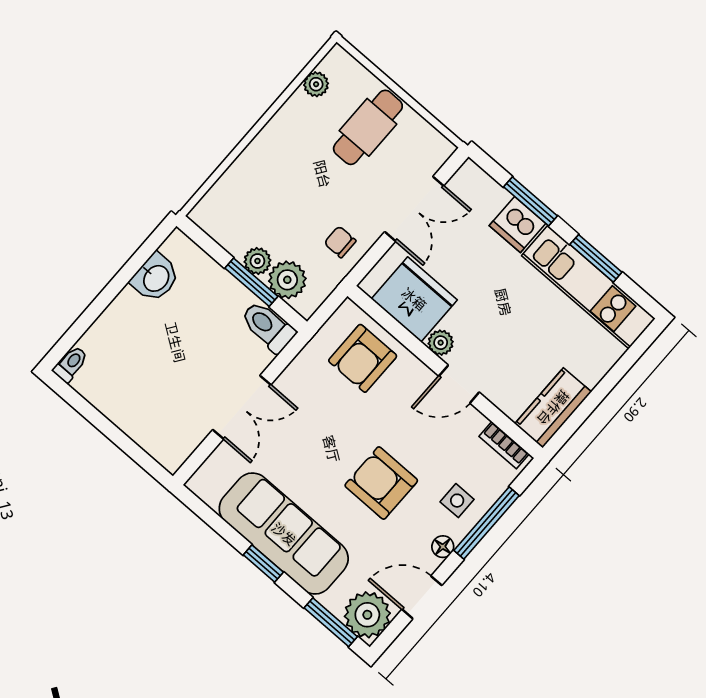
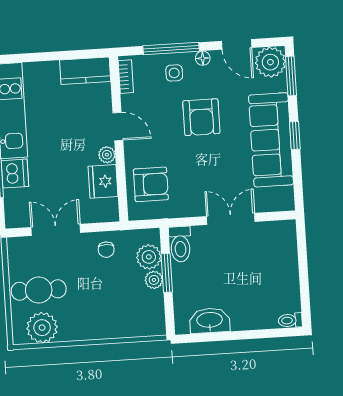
plant: (316, 84) -> (42, 328), width x1.87, depth x1.87
washbasin: (155, 278) -> (210, 321), width x1.38
fridge: (414, 299) -> (103, 181), width x0.73, depth x0.75

